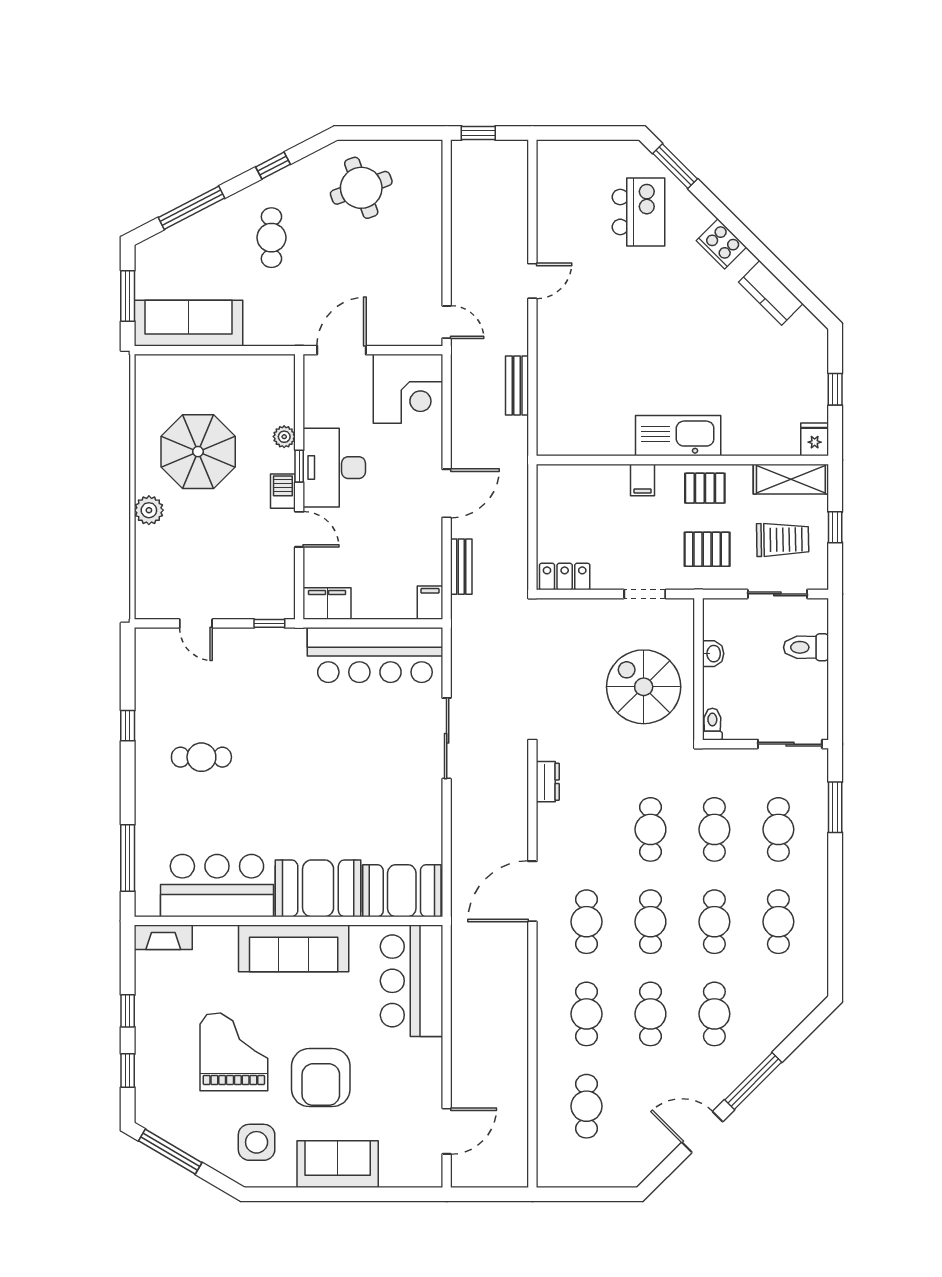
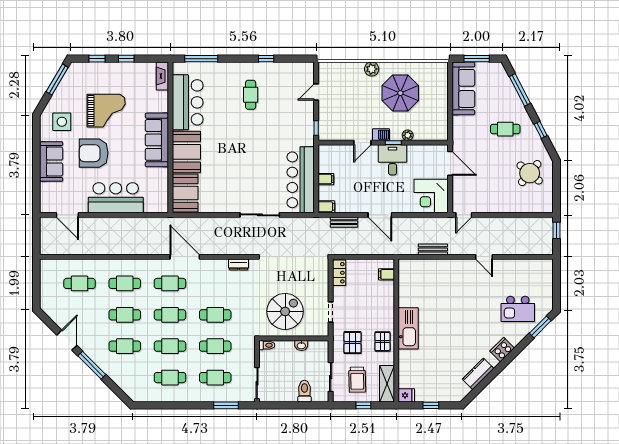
round table: (361, 188) -> (530, 173), turned -30
desk: (334, 468) -> (393, 160), width x0.73
filing cabinet: (643, 480) -> (386, 274), moved
filing cabinet: (327, 604) -> (326, 179), moved, width x0.50
bar counter: (412, 981) -> (116, 198), moved

